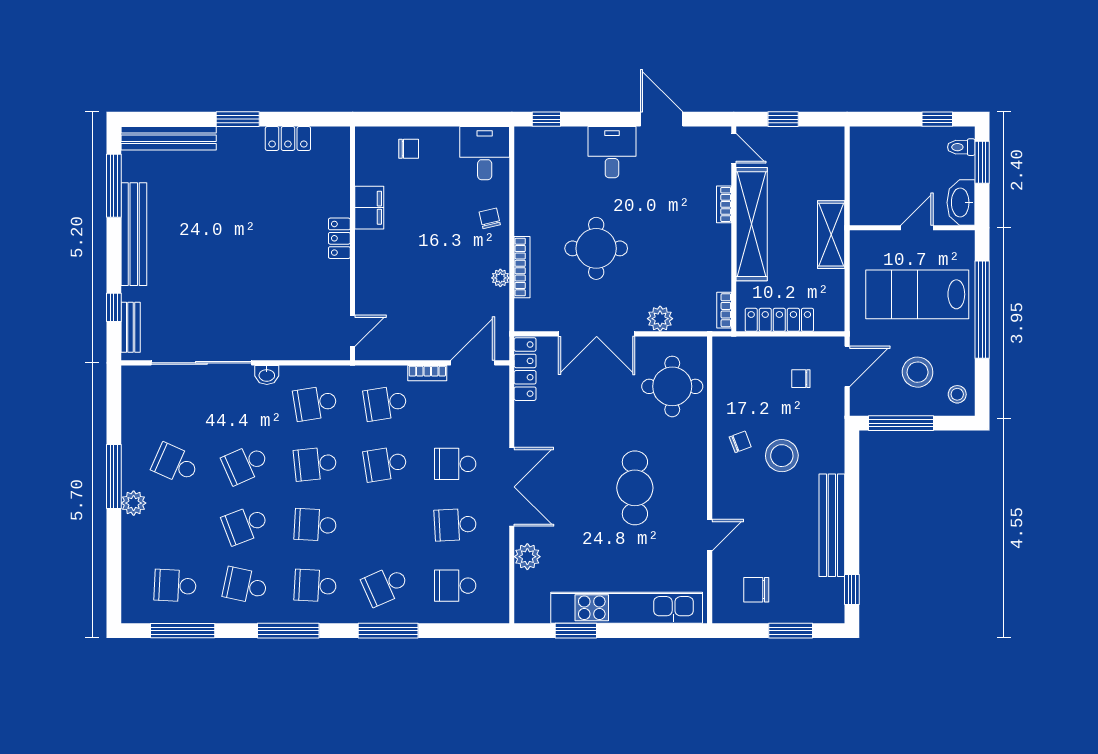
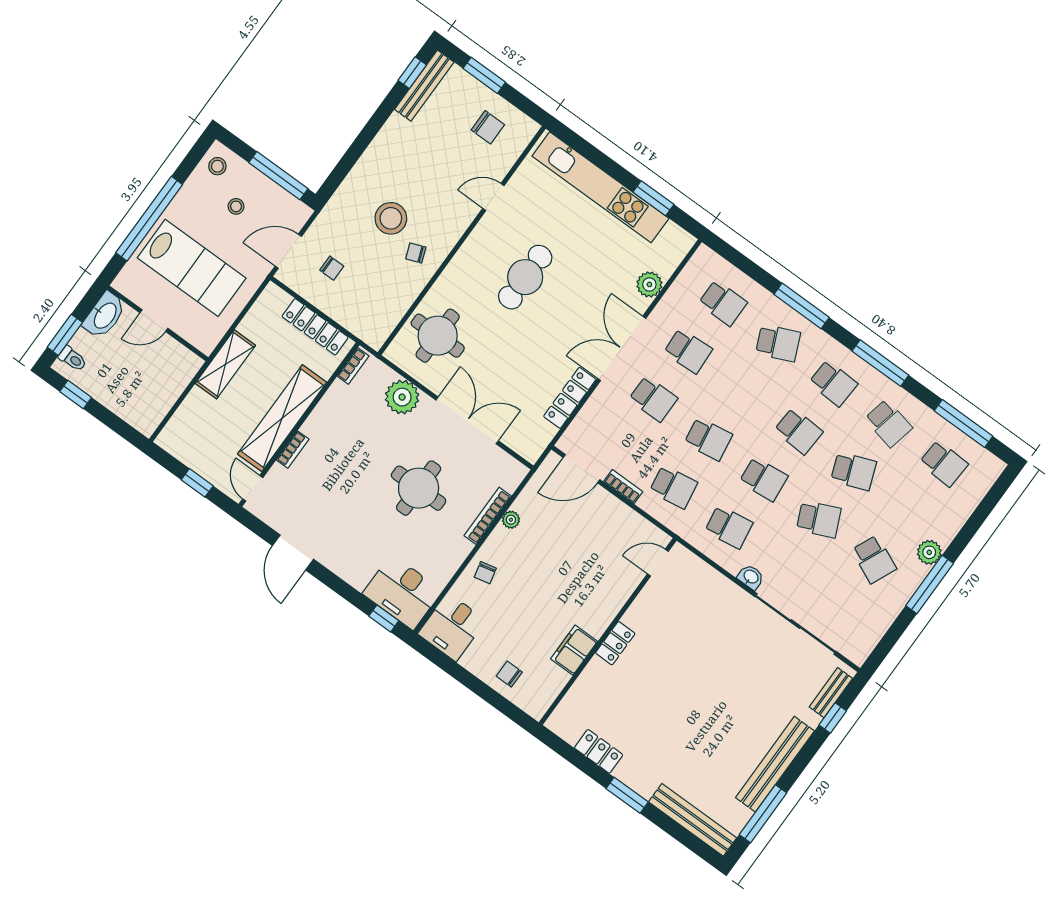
desk: (612, 152) -> (402, 592), moved, width x1.37
plant: (660, 319) -> (402, 397), width x1.36, depth x1.36
locker: (525, 369) -> (570, 398), moved
stool: (918, 372) -> (236, 206), width x0.53, depth x0.53
bench: (832, 525) -> (424, 86), moved, width x0.73, depth x0.82

